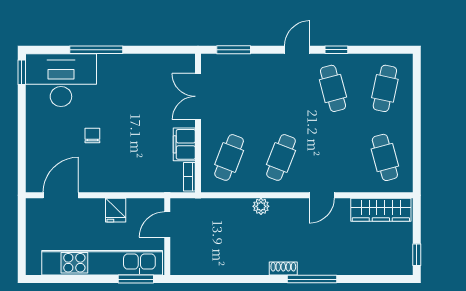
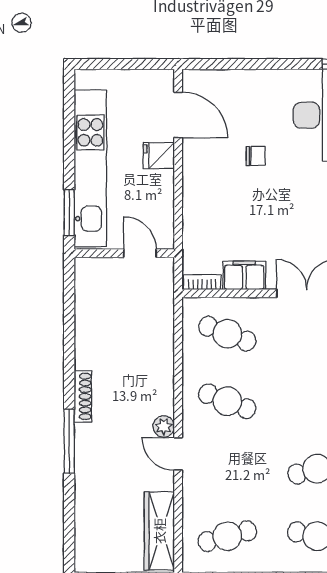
plant: (261, 206) -> (164, 426), moved
fridge: (116, 210) -> (159, 156), moved
shoe rack: (283, 269) -> (83, 396), width x1.43

